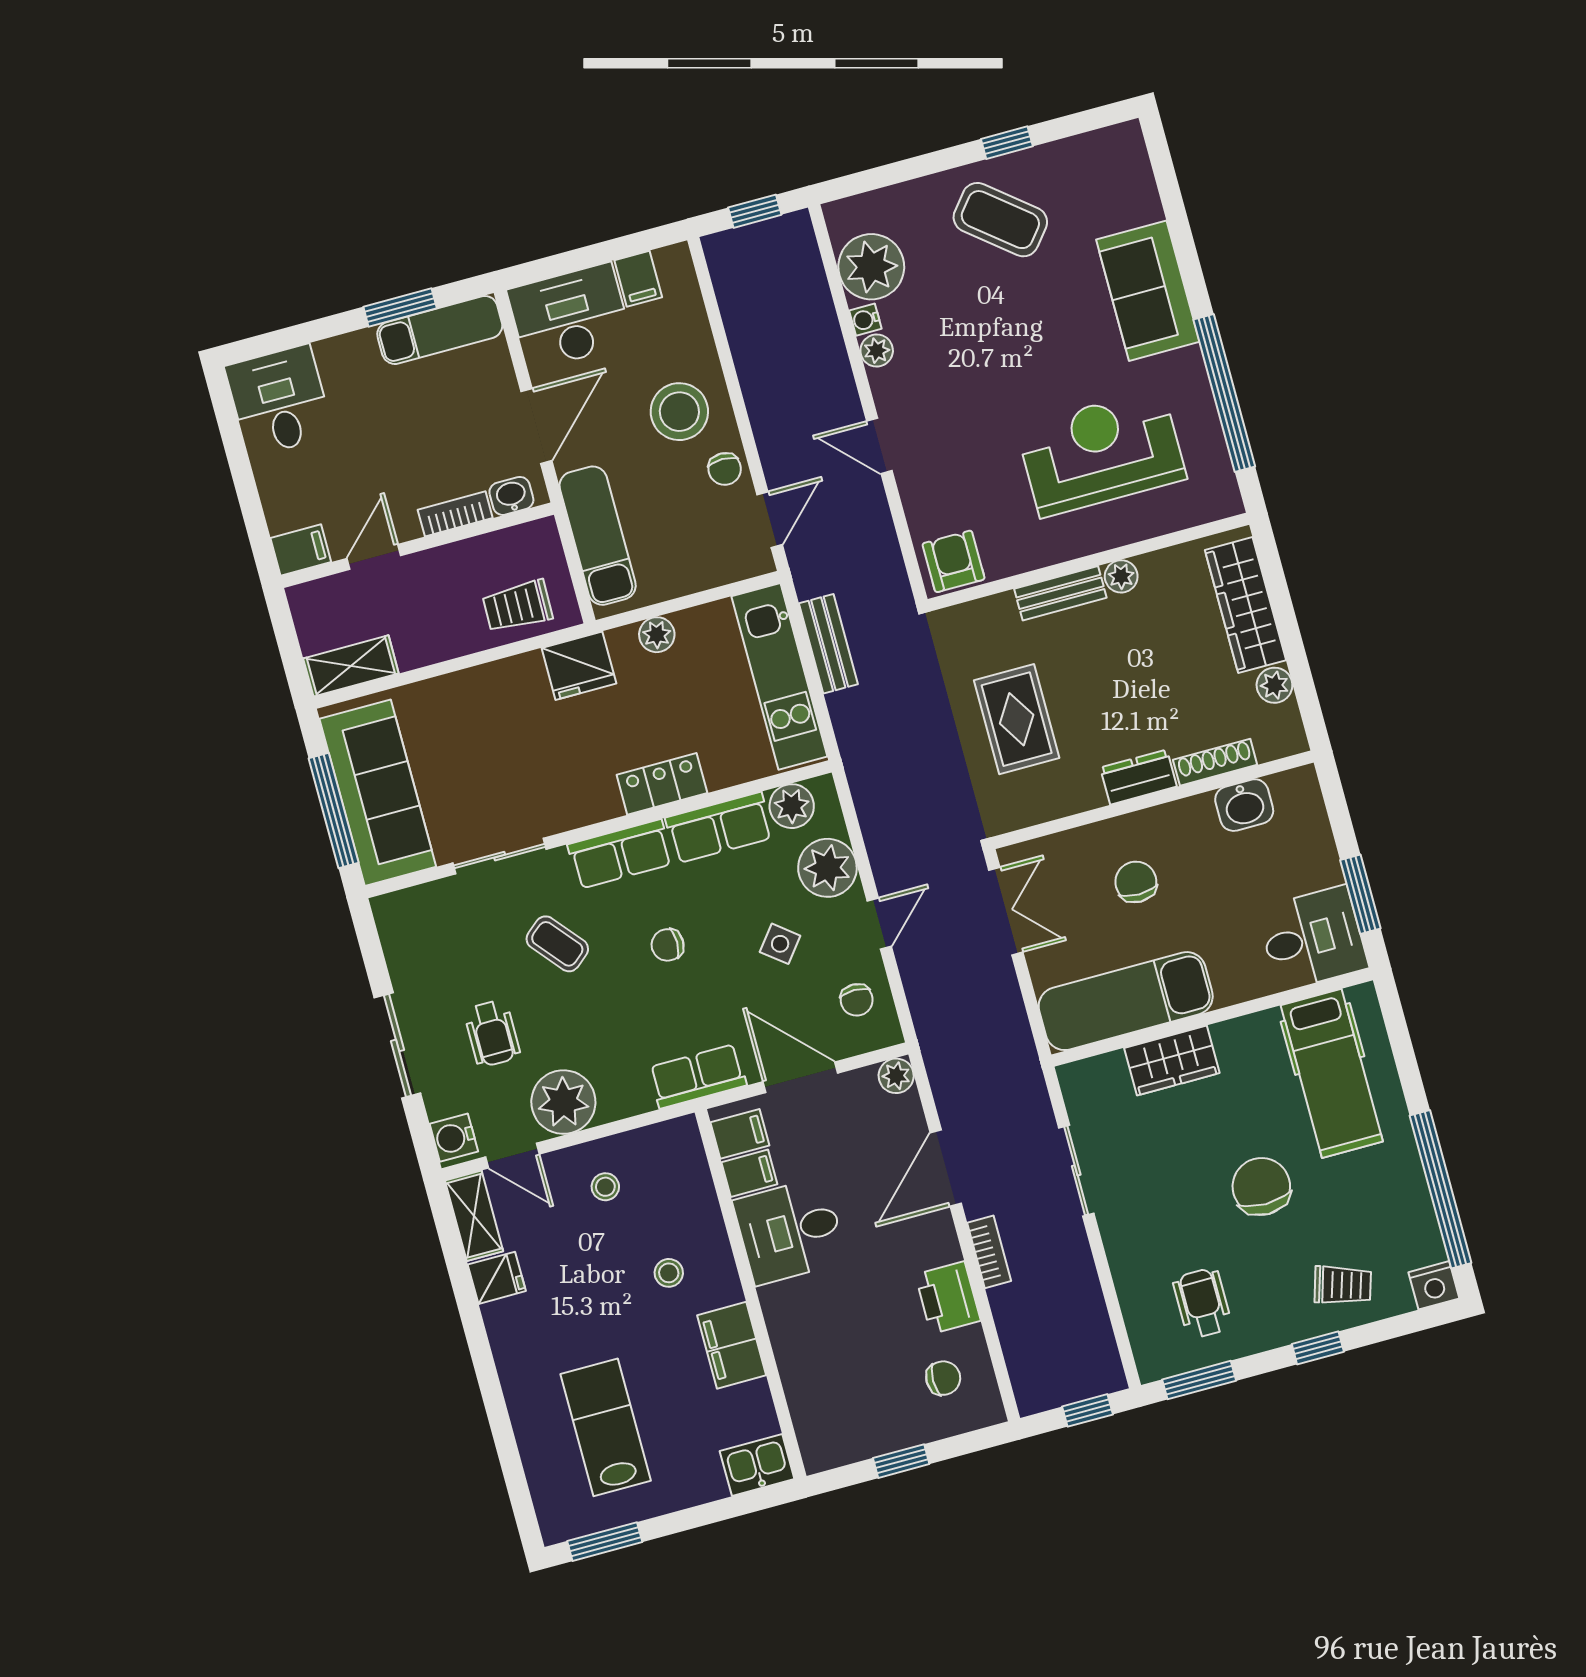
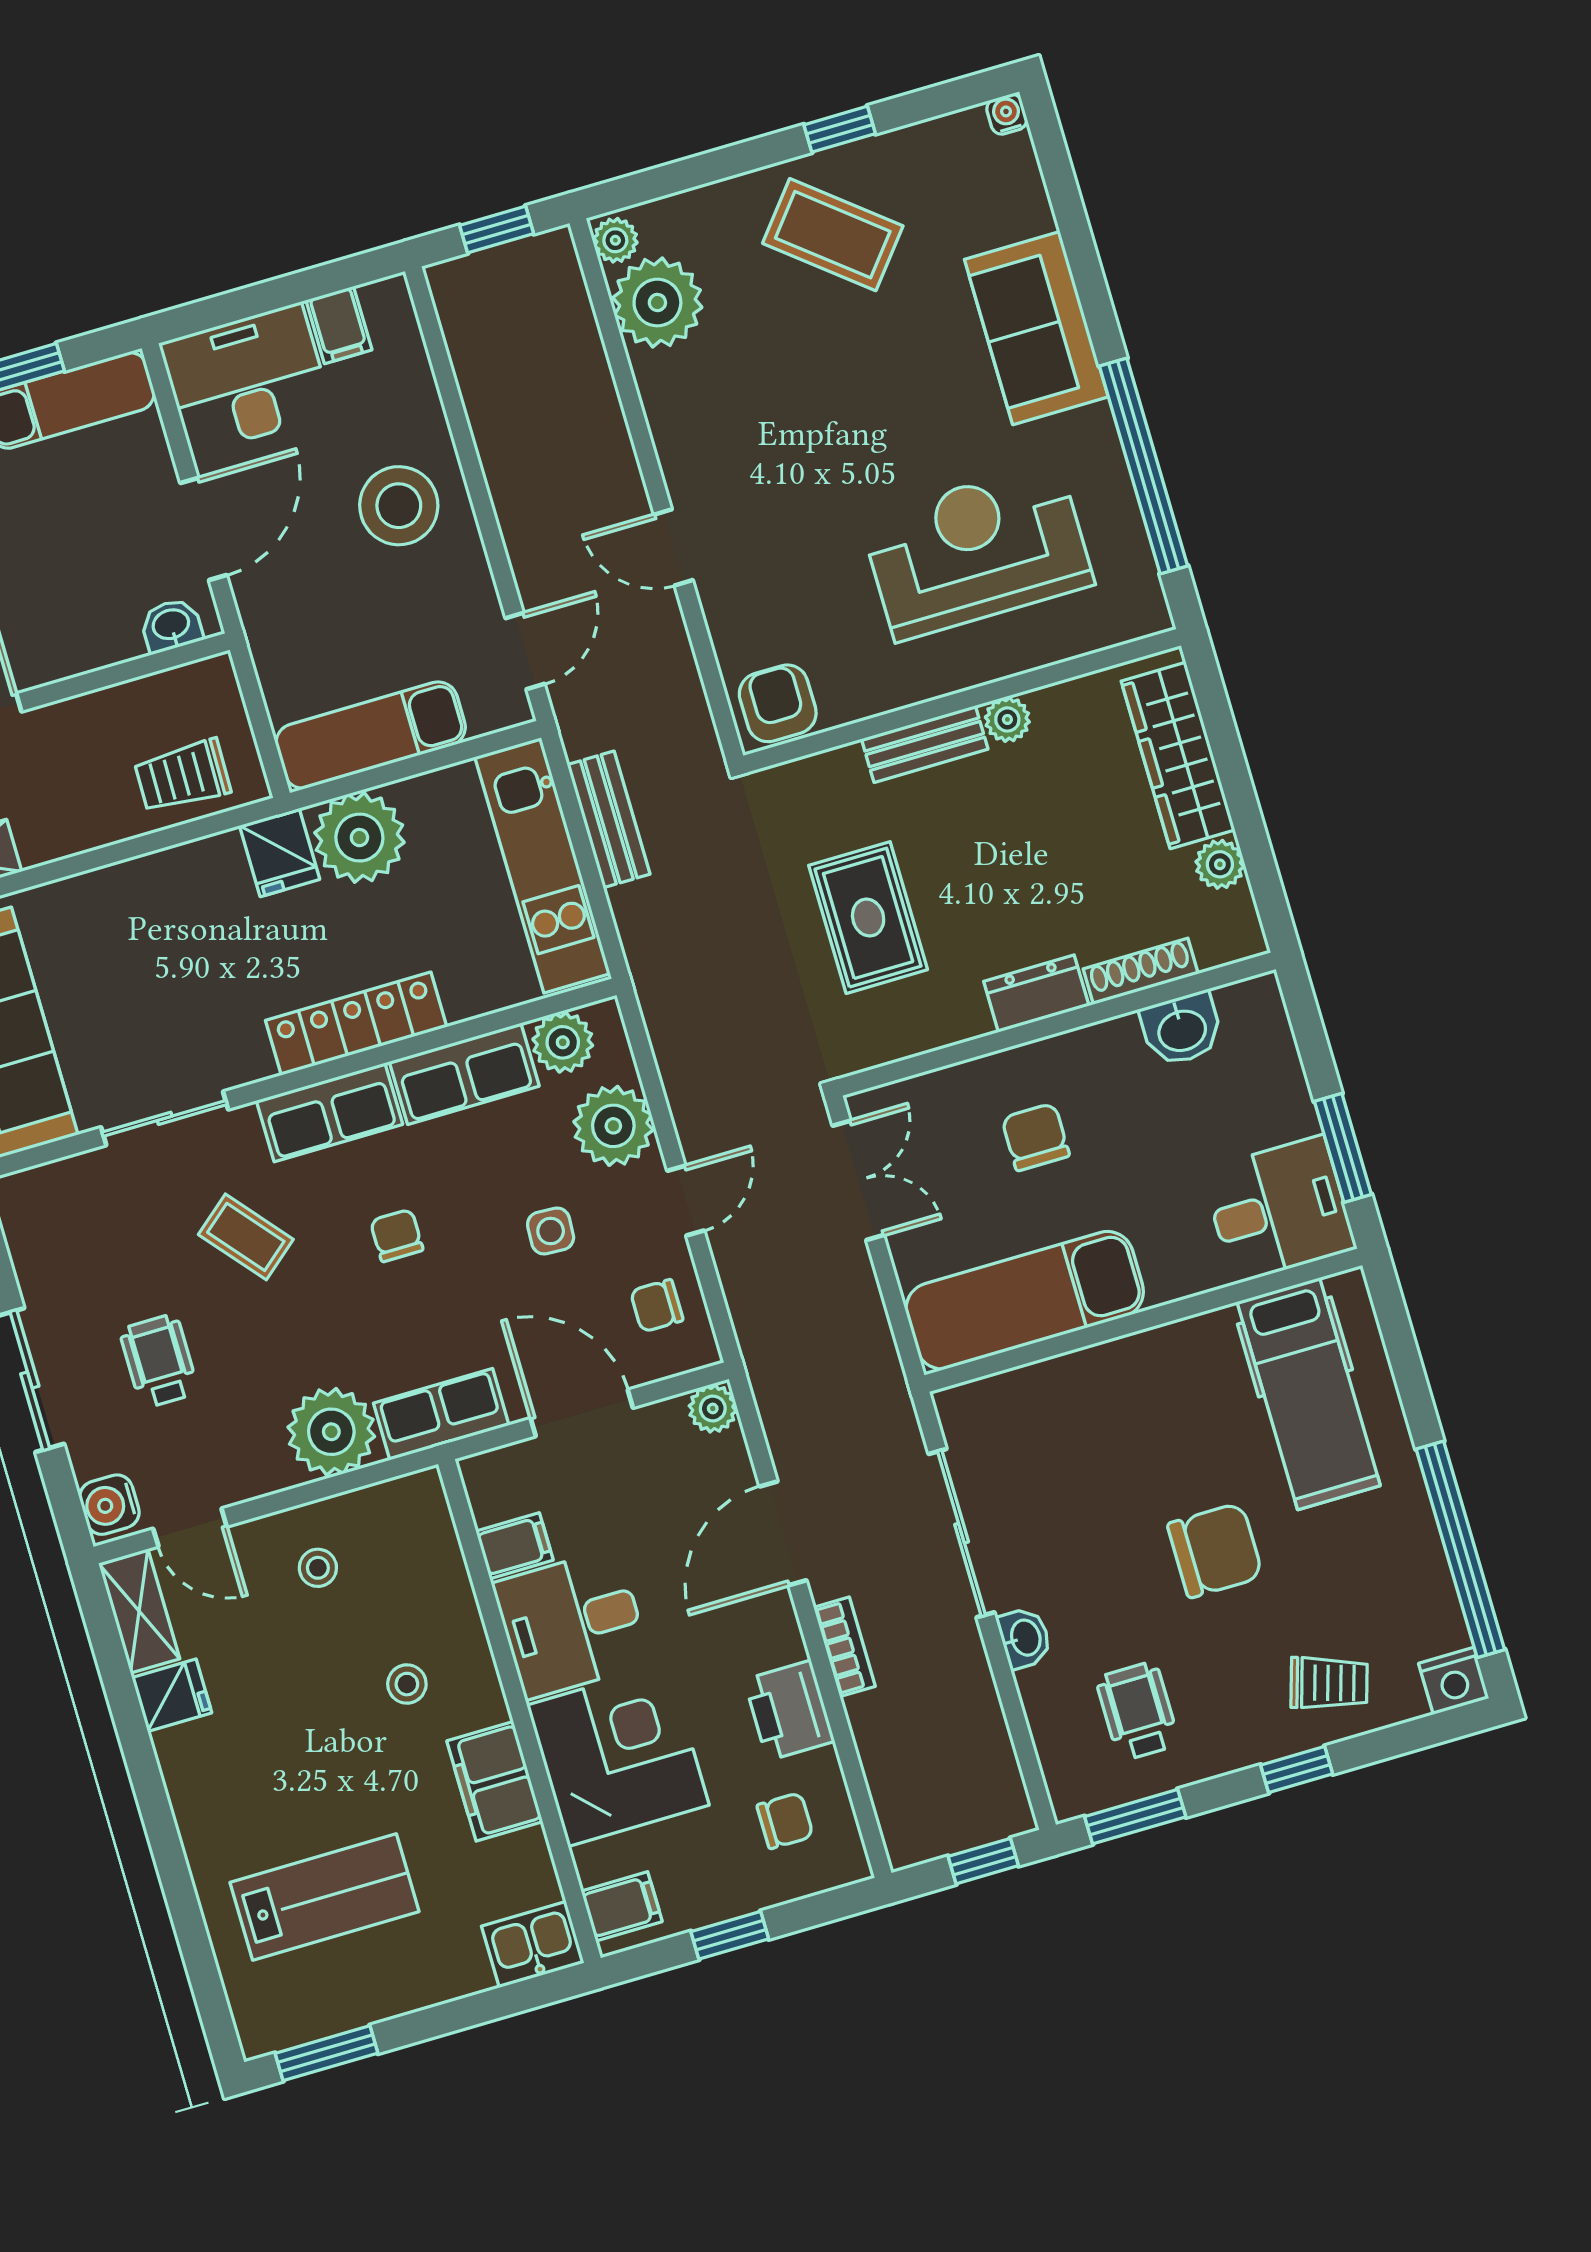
water cooler: (865, 320) -> (1007, 114), moved, turned 90
plant: (877, 351) -> (615, 240), moved
chair: (725, 469) -> (462, 583), removed
bookcase: (455, 514) -> (95, 651), removed
exam couch: (598, 536) -> (371, 735), moved, turned -90
plant: (657, 635) -> (359, 838), width x1.87, depth x1.87
fridge: (579, 666) -> (280, 852), width x0.72
locker: (662, 784) -> (356, 1024), width x1.53
side table: (780, 944) -> (551, 1231), turned -35
chair: (668, 945) -> (397, 1235), turned 90
chair: (857, 1000) -> (657, 1306), turned 90
wheelchair: (492, 1033) -> (159, 1361), turned 180
wardrobe: (1172, 1061) -> (1089, 1380), removed
plant: (563, 1102) -> (331, 1432), moved
filing cabinet: (740, 1134) -> (622, 1906), moved
sliding door: (1076, 1170) -> (962, 1533), width x1.37
chair: (1261, 1186) -> (1215, 1550), turned 90
washbasin: (1121, 1248) -> (1025, 1638), added
corner desk: (822, 1328) -> (618, 1755), added
lab bench: (606, 1427) -> (325, 1897), turned 90

